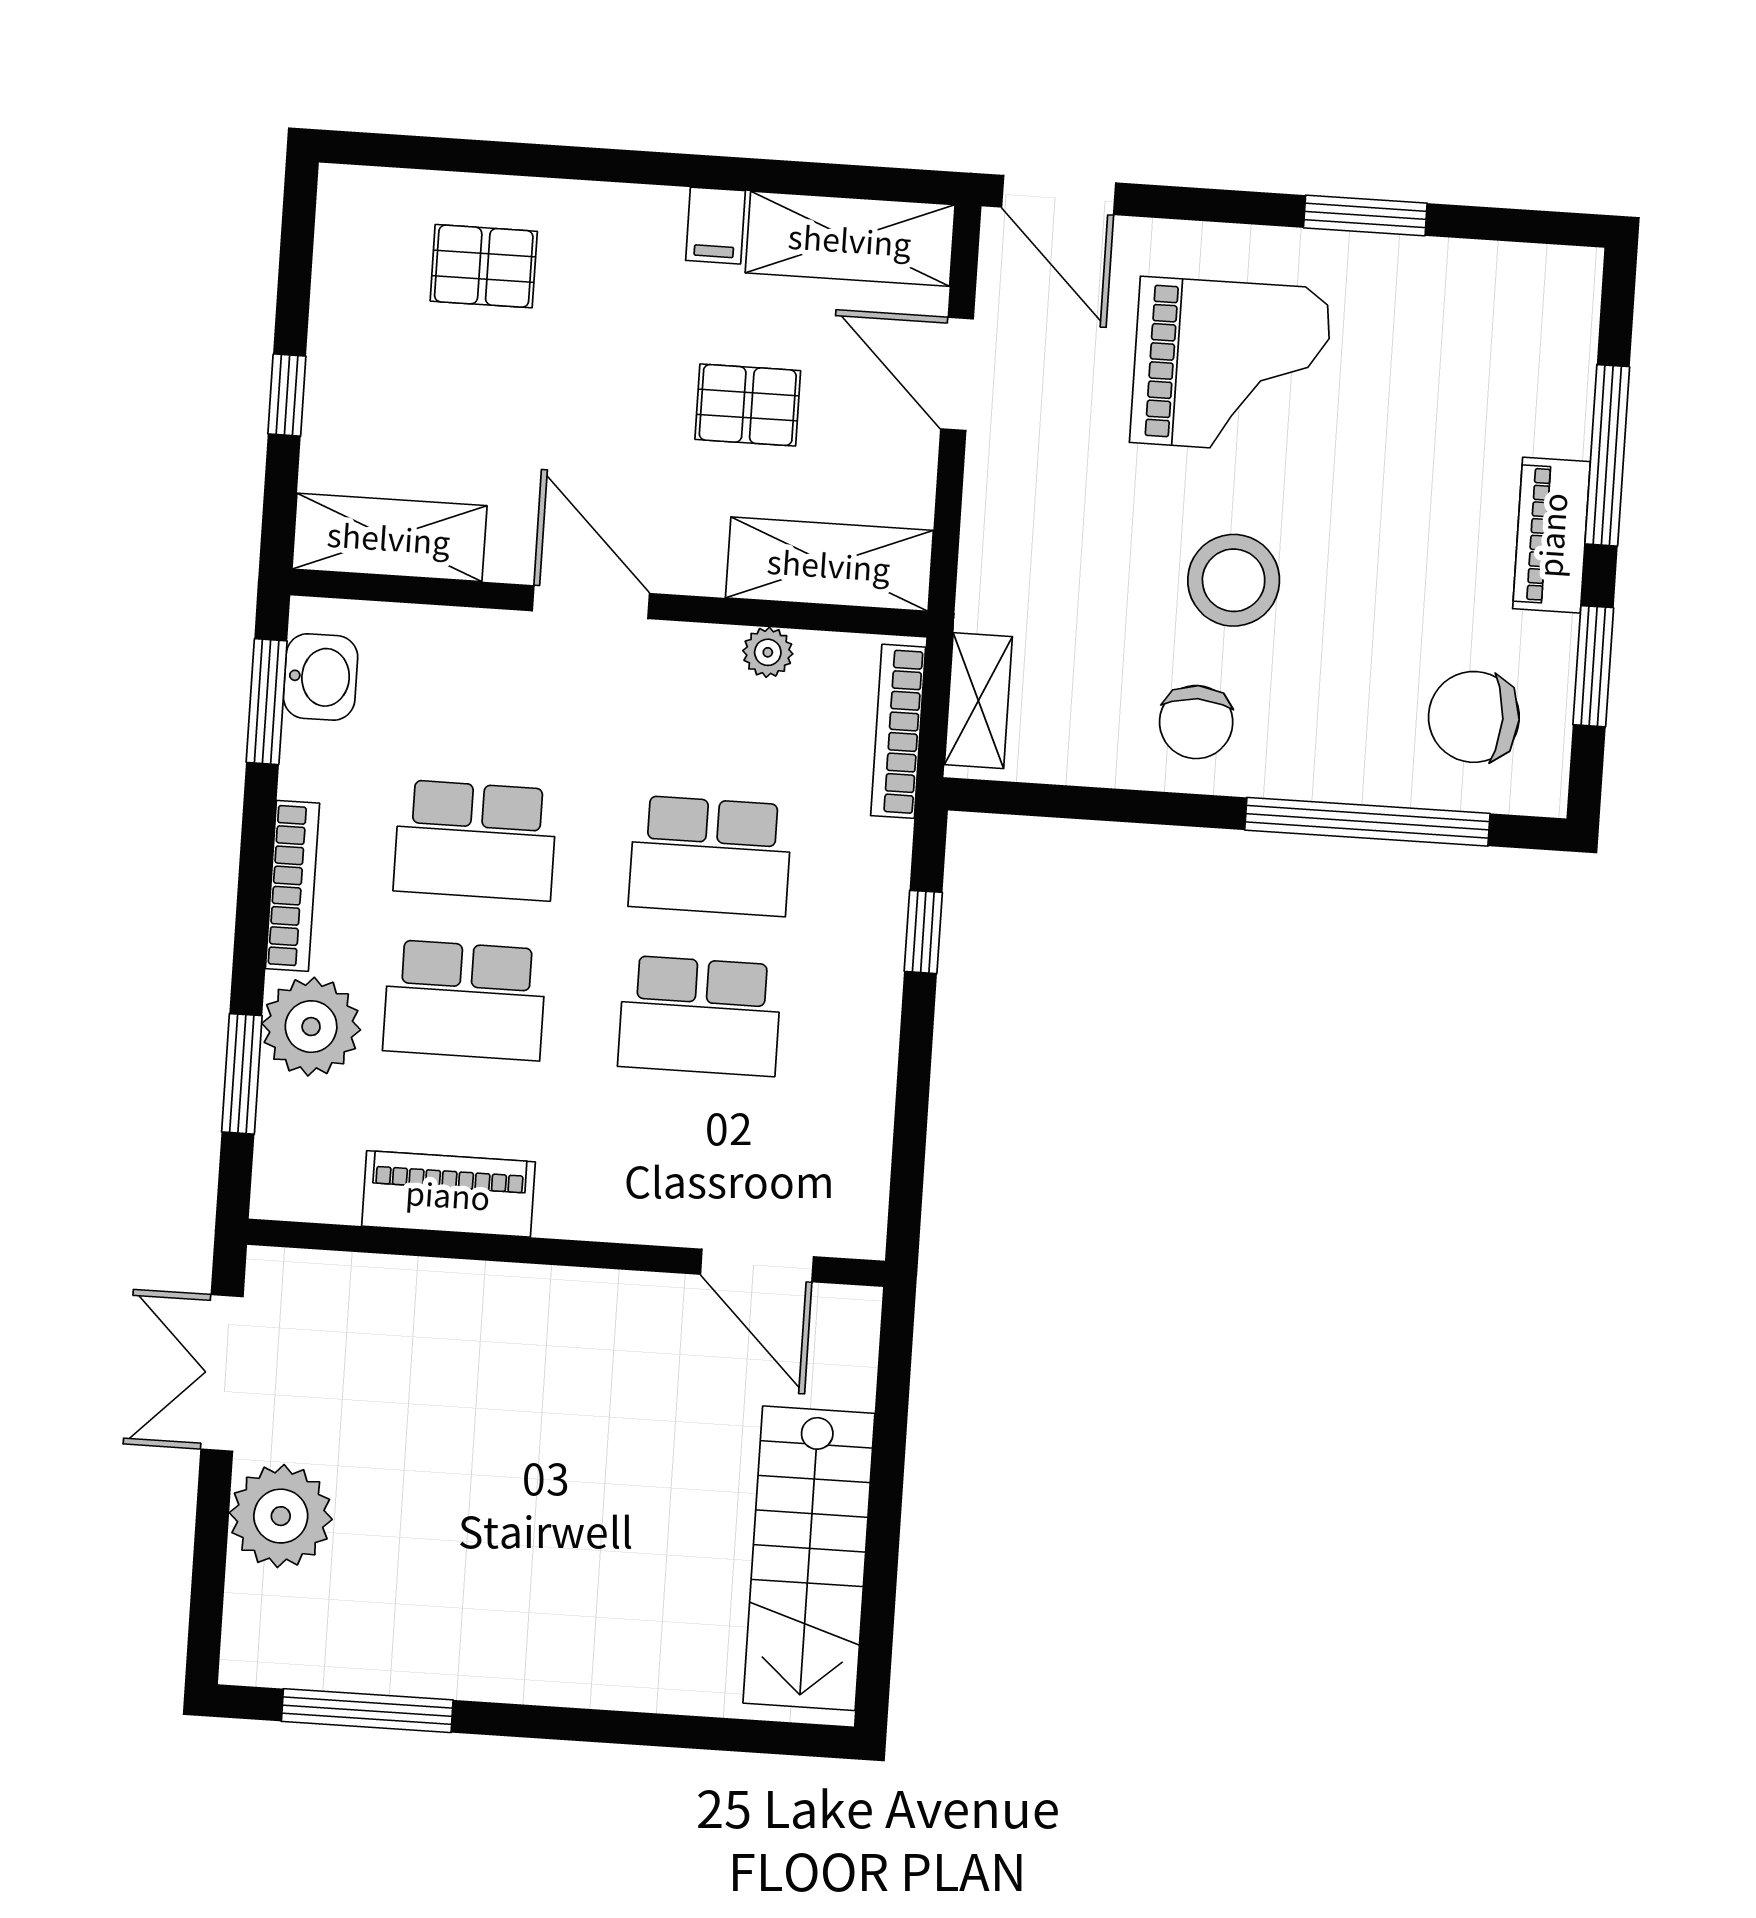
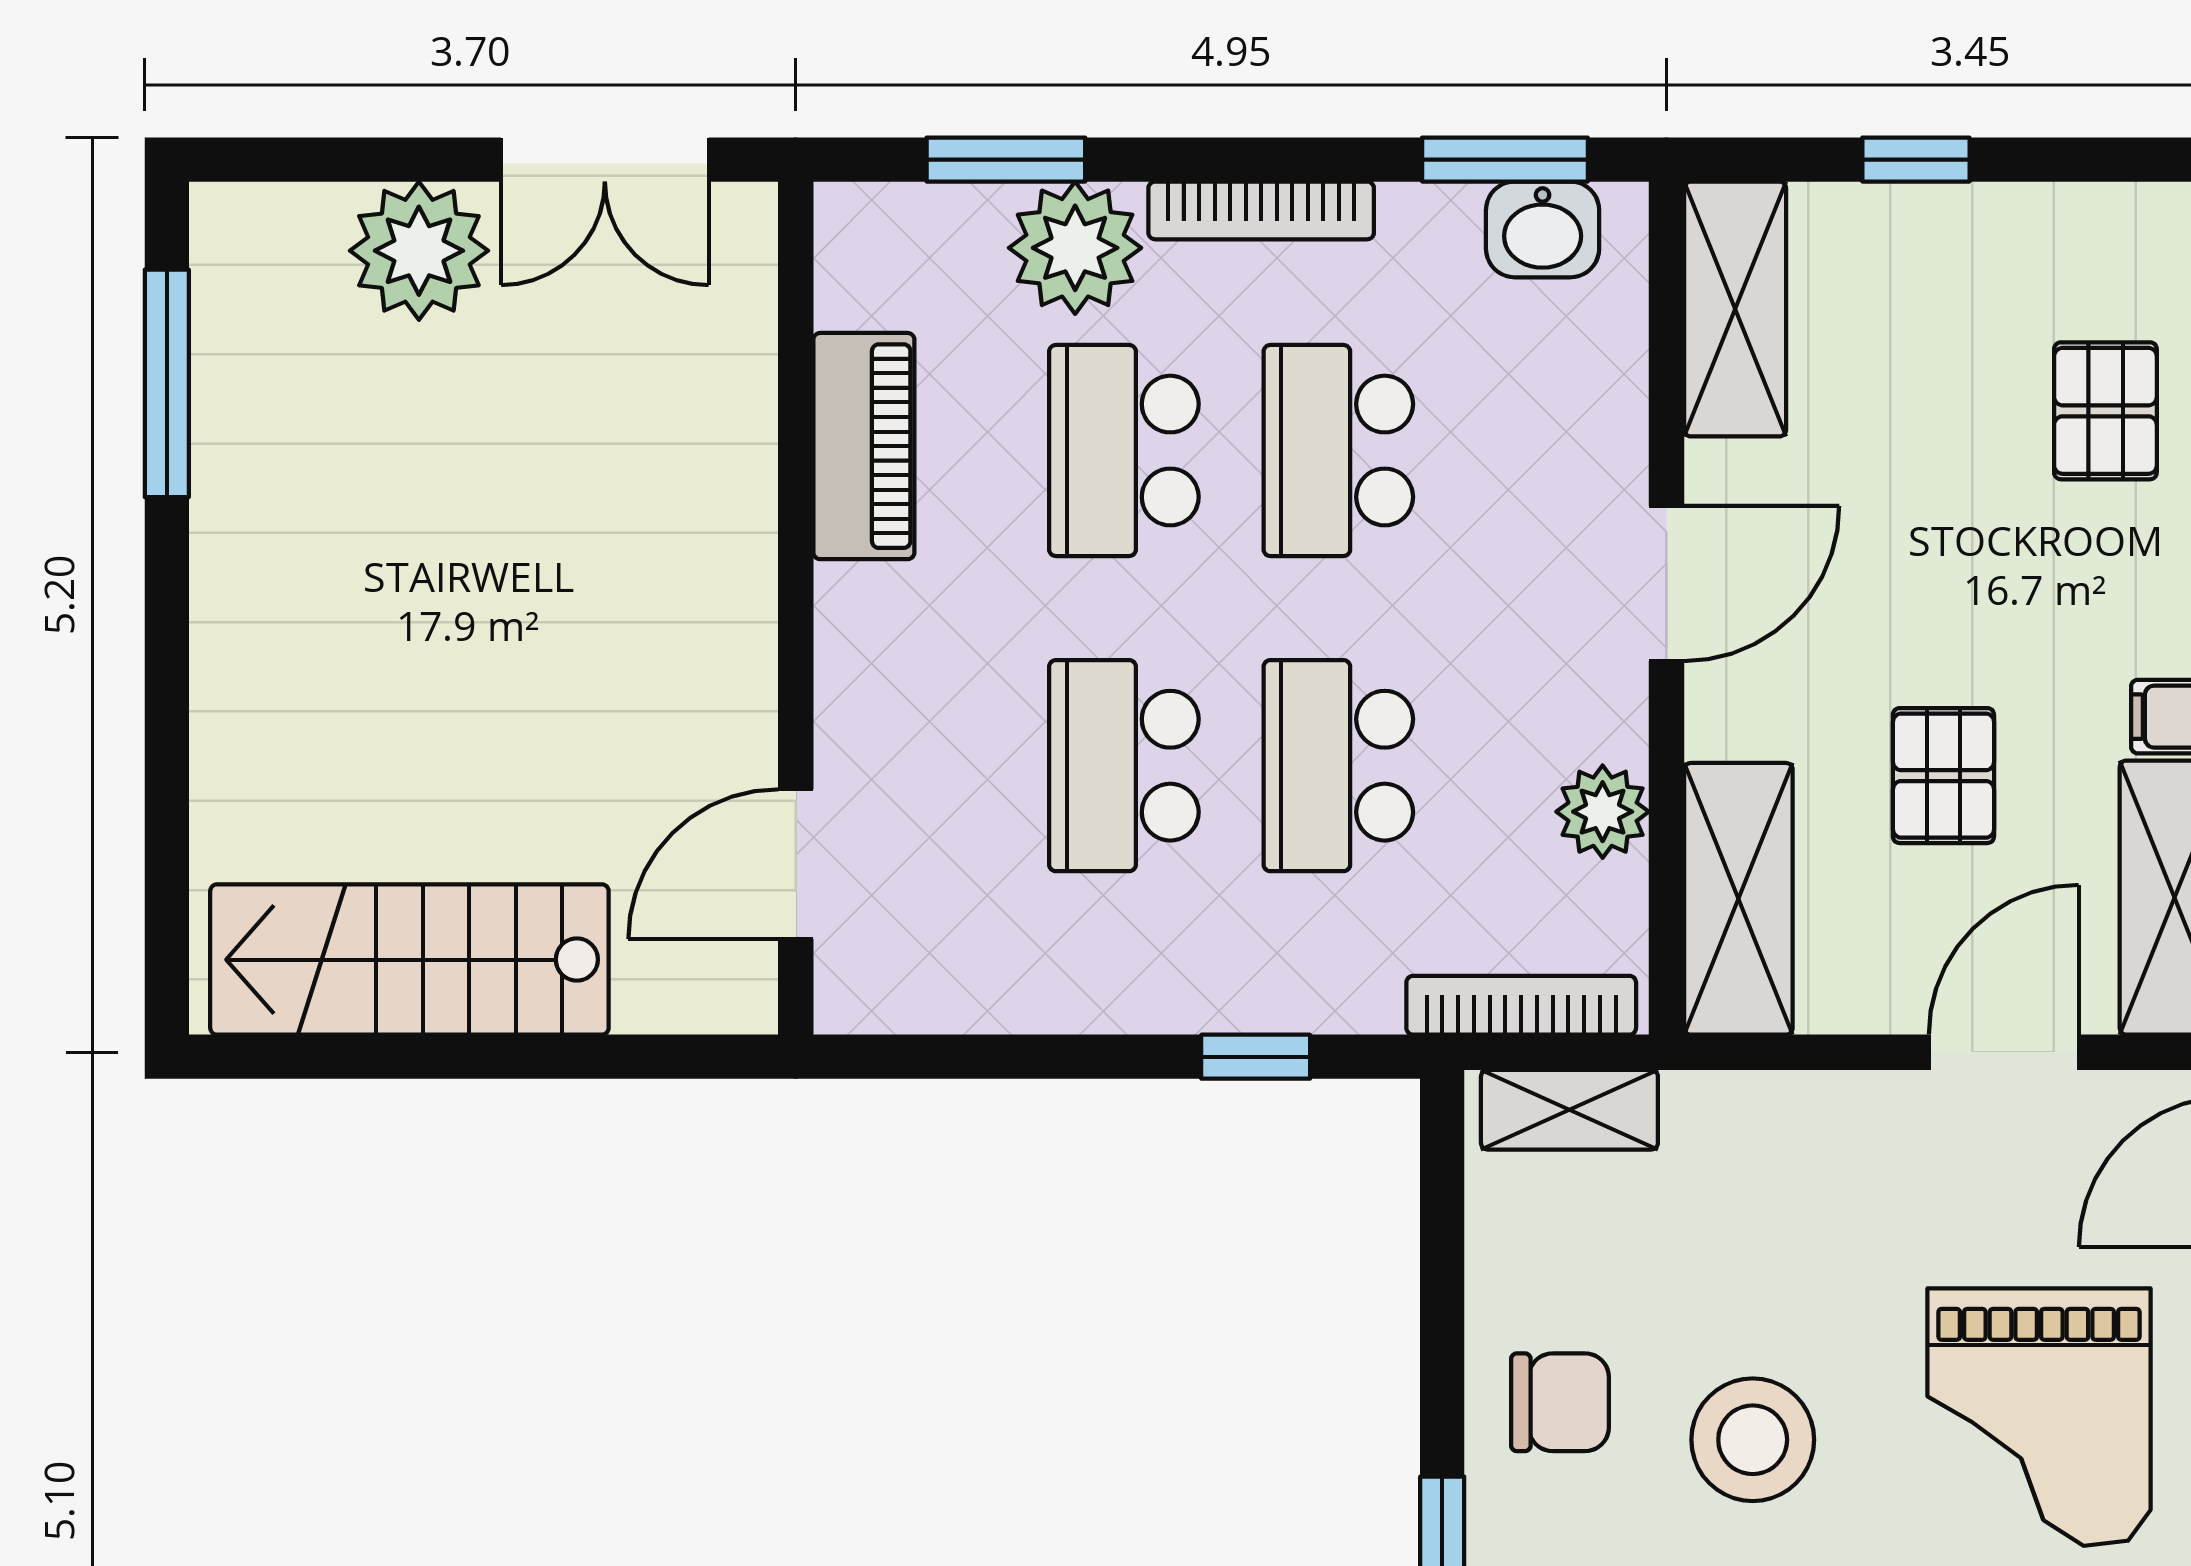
plant: (768, 652) -> (1603, 812), width x1.38, depth x1.38
chair: (1196, 722) -> (1560, 1402), turned 180
double door: (222, 1373) -> (605, 160), swing flipped

